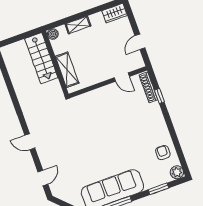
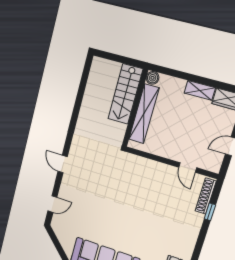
shelving: (78, 25) -> (200, 90), moved
shelving: (67, 70) -> (144, 114), width x1.47

